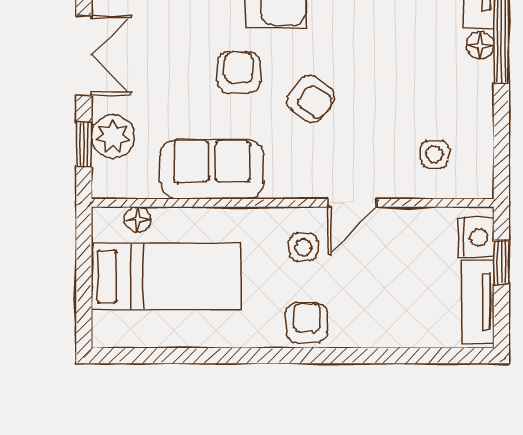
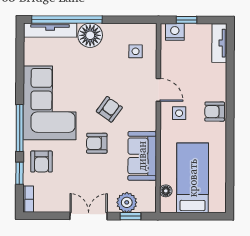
floor lamp: (480, 45) -> (90, 35), width x1.89, depth x1.89
tv unit: (478, 302) -> (219, 43), moved, turned 90

